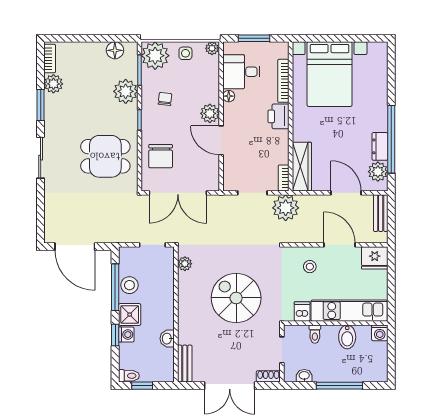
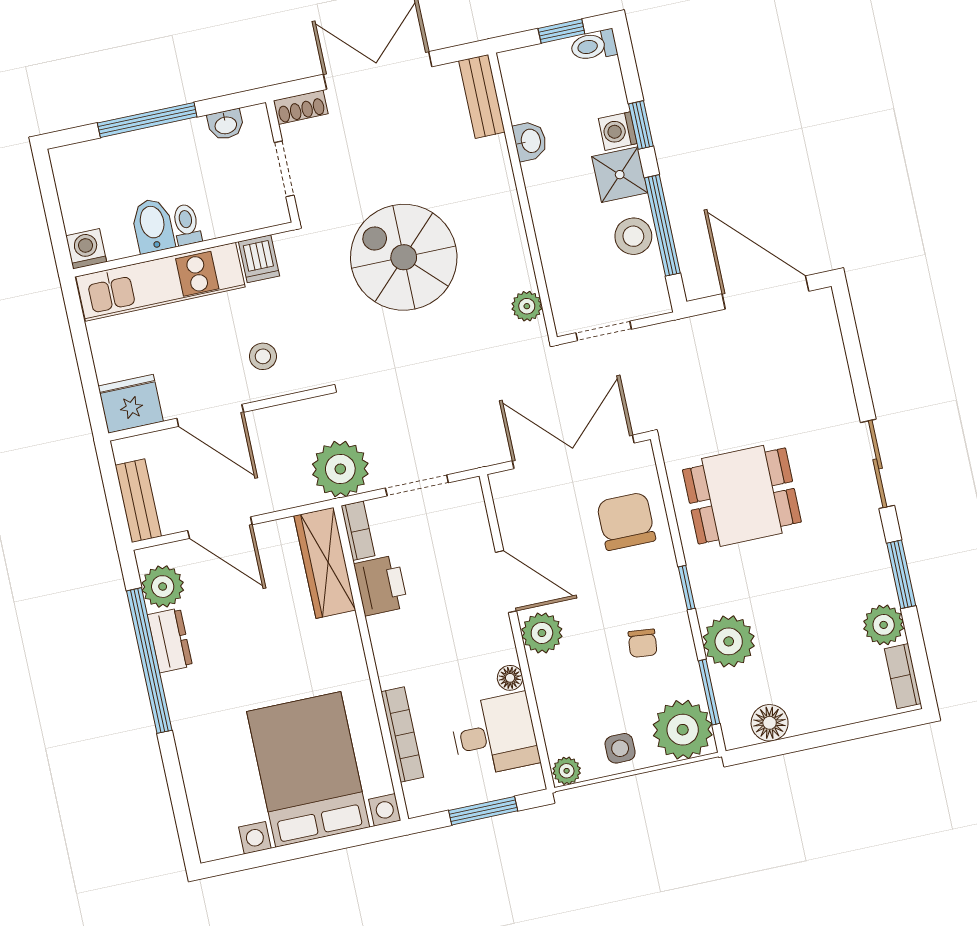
printer: (278, 116) -> (381, 585), moved
spiral stairs: (236, 298) -> (404, 257), turned 180
toilet: (315, 334) -> (187, 225), moved

